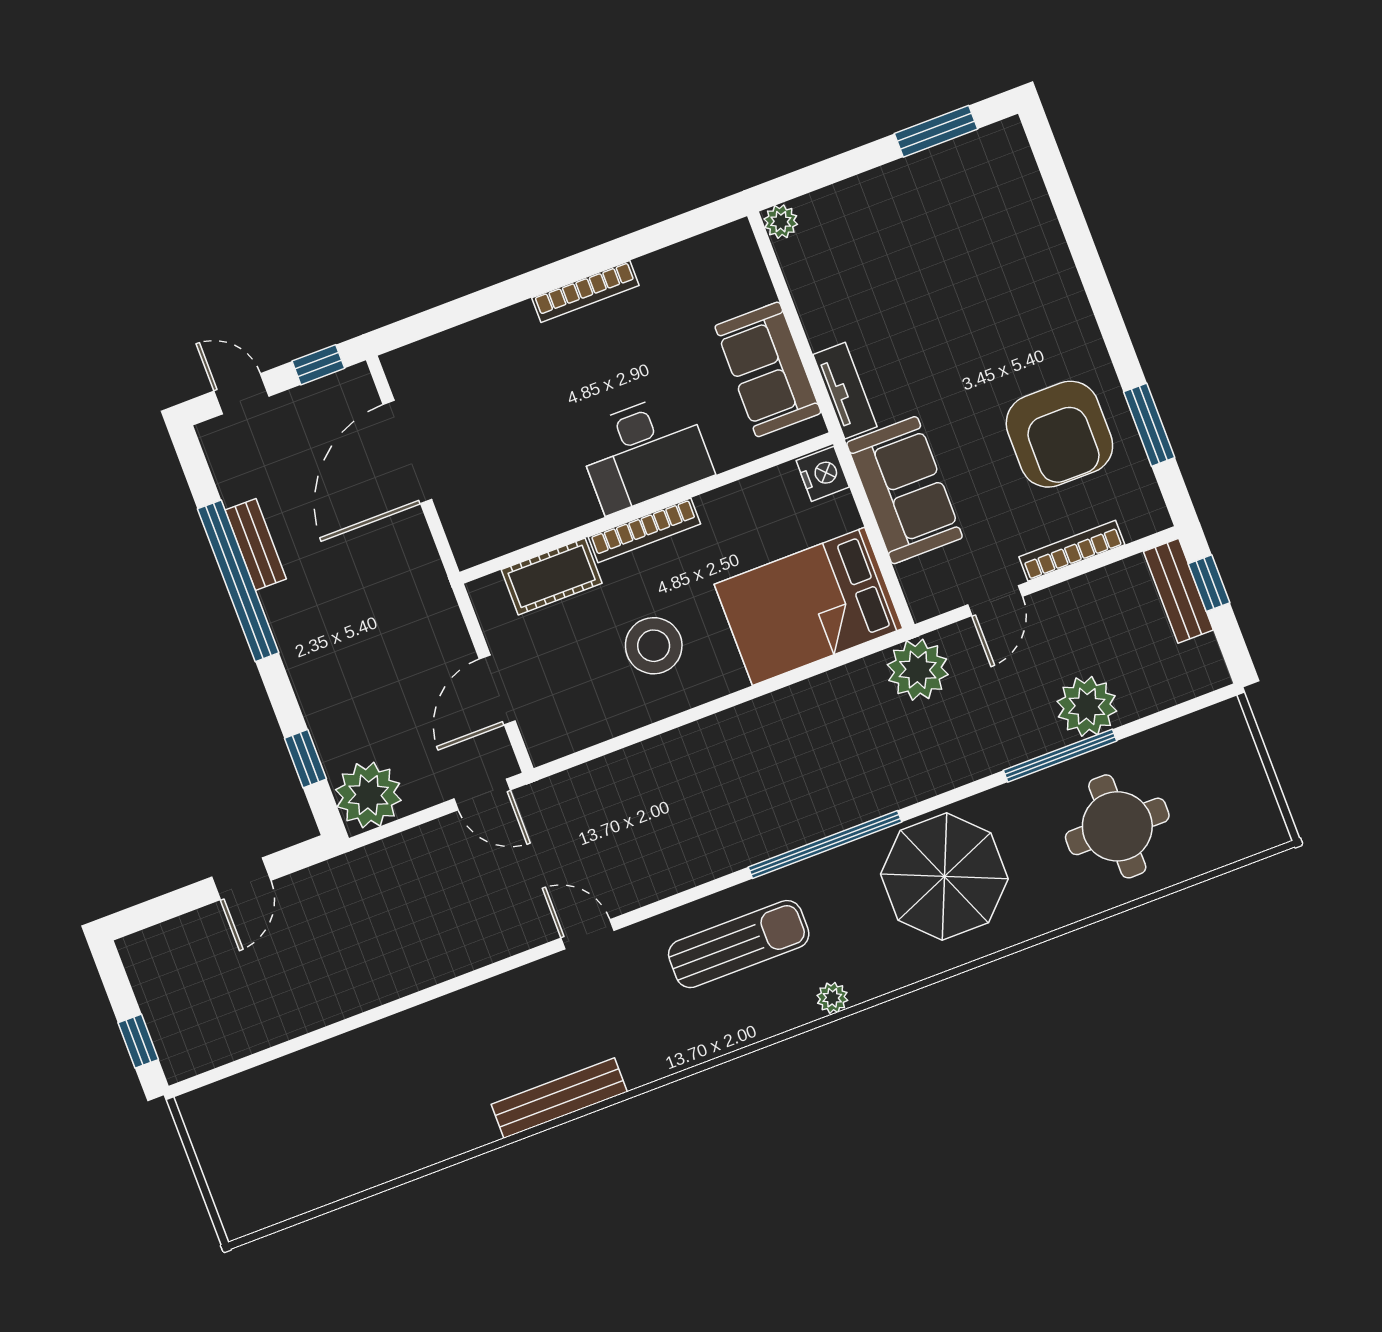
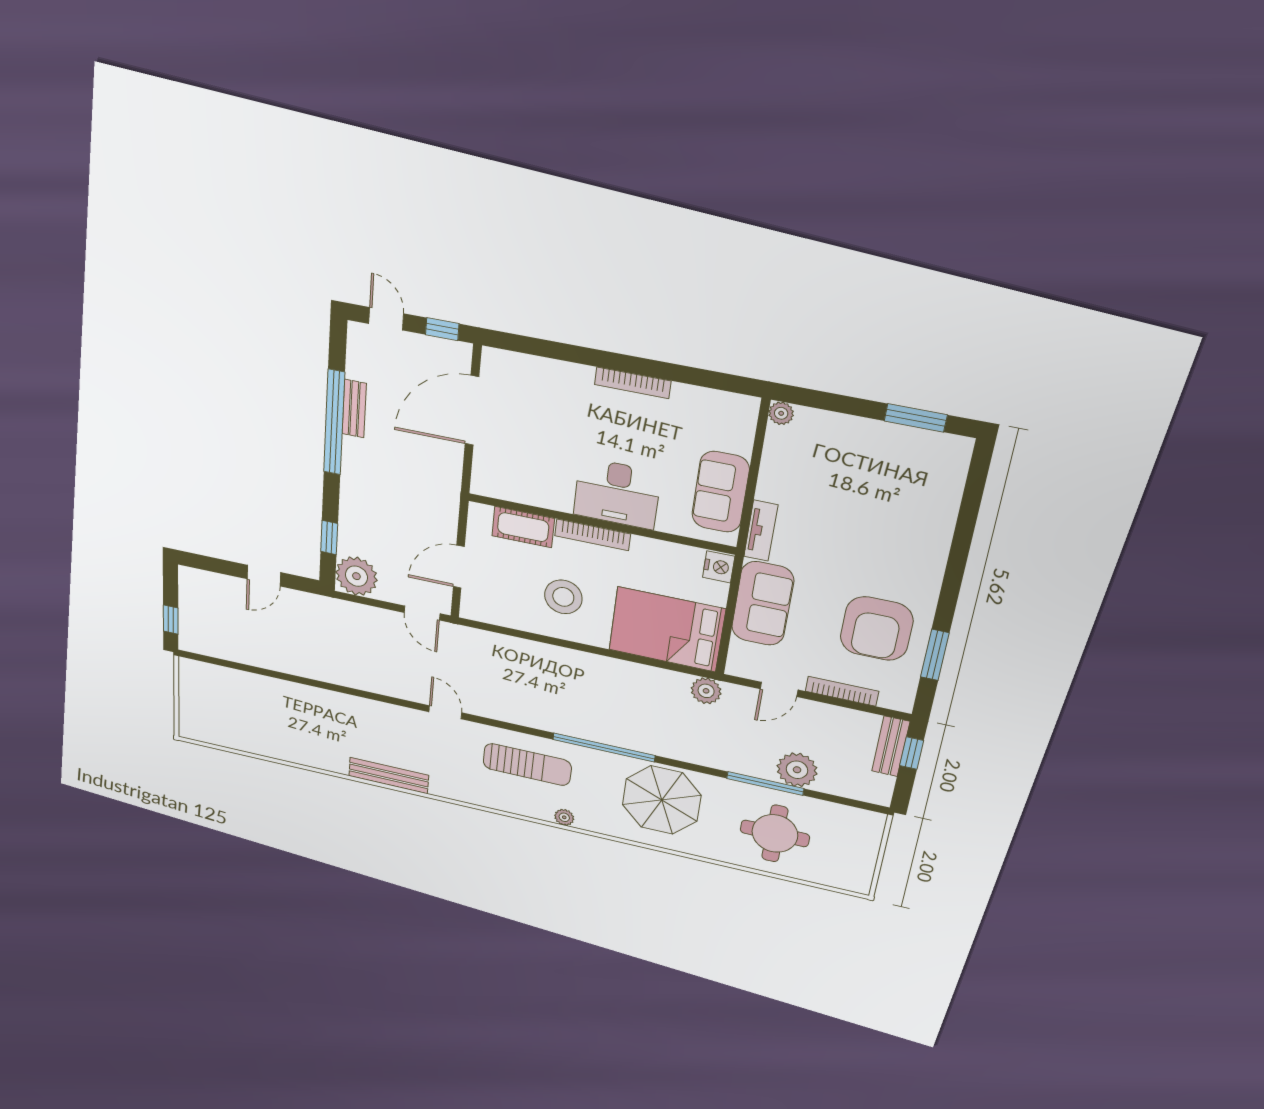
plant: (918, 670) -> (706, 691), width x0.73, depth x0.73

